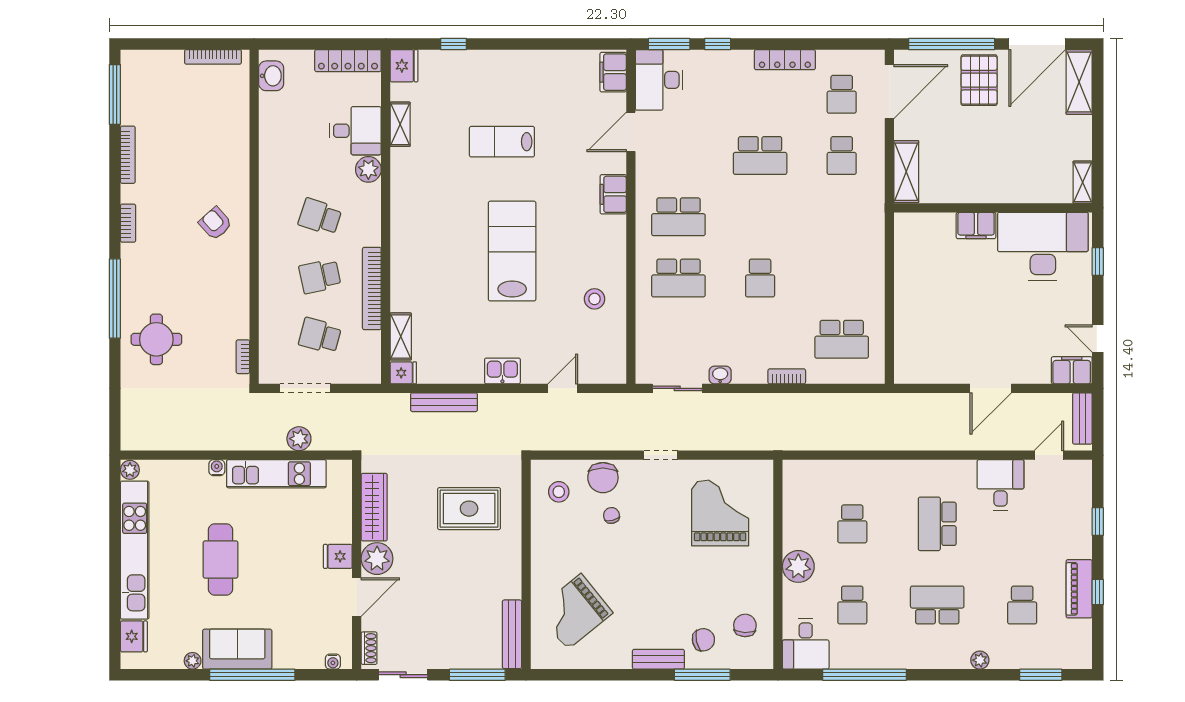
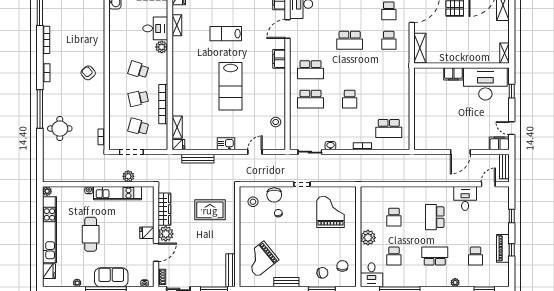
lab bench: (512, 251) -> (231, 86), turned 180
stool: (594, 299) -> (276, 122), moved
sofa: (237, 649) -> (111, 277), moved
bench: (658, 659) -> (286, 282), moved

